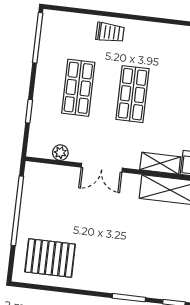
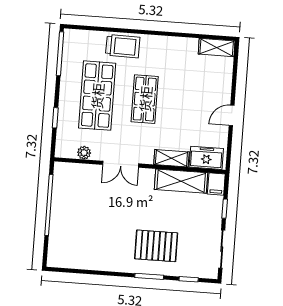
trolley: (110, 32) -> (123, 46), width x1.36, depth x1.39
shop shelf: (78, 88) -> (97, 96), width x1.43, depth x1.36
pallet: (50, 258) -> (156, 246), moved

